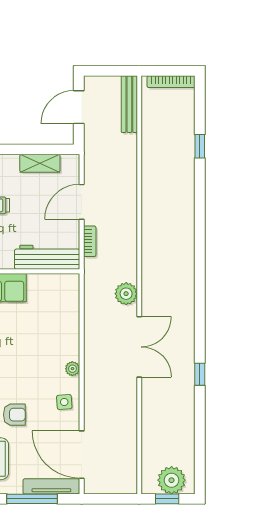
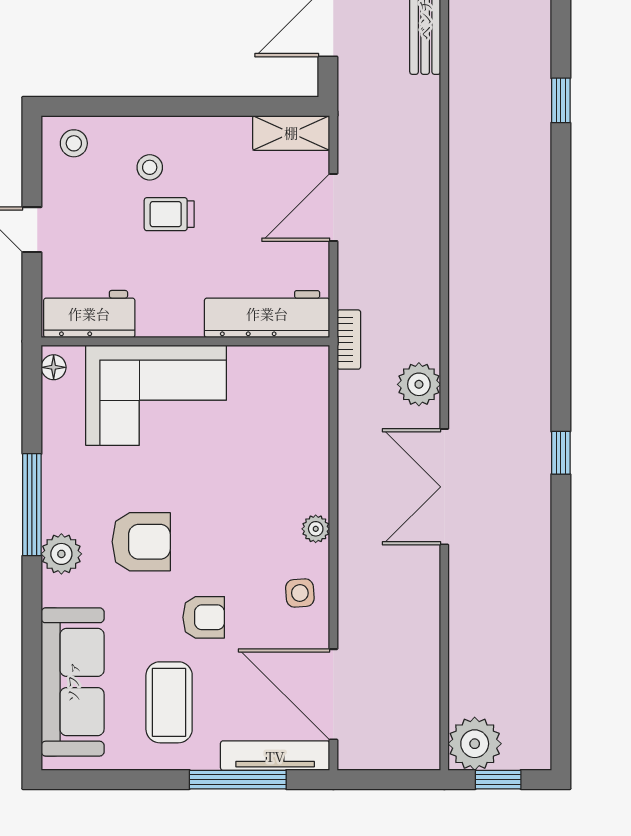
shelving: (40, 163) -> (291, 133), moved
bookcase: (90, 241) -> (349, 340), moved
double door: (139, 347) -> (444, 487), swing flipped
window: (200, 374) -> (561, 453), moved
plant: (172, 480) -> (475, 744), moved

